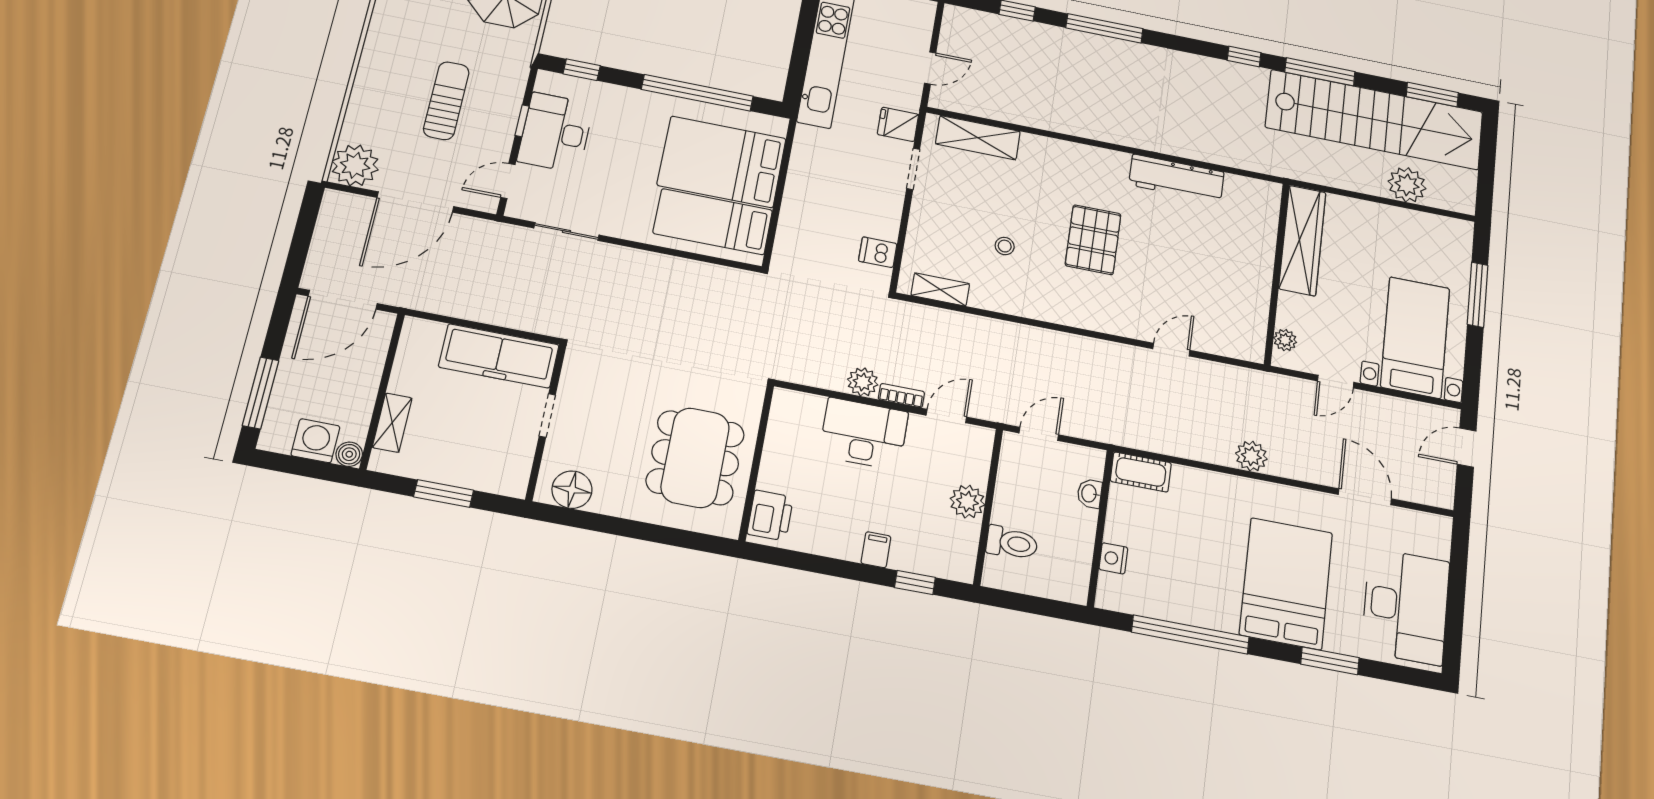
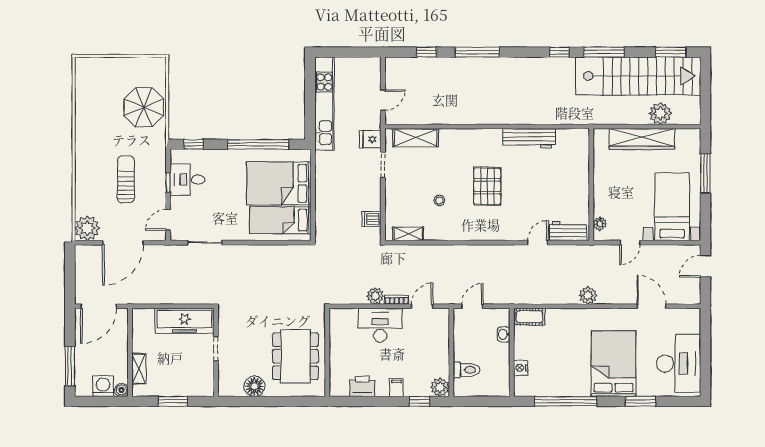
desk: (555, 133) -> (187, 180), width x0.73
wardrobe: (1302, 240) -> (642, 139), moved, turned 90
workbench: (1227, 341) -> (568, 231), added
floor lamp: (572, 490) -> (254, 386), moved
plant: (967, 502) -> (440, 387), moved
printer: (770, 515) -> (362, 386), moved, turned -90

